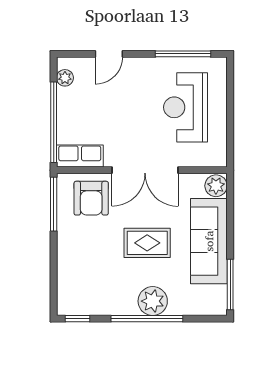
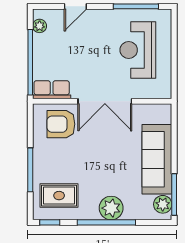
plant: (216, 186) -> (163, 204), moved
armchair: (91, 198) -> (61, 124), turned 90
window: (54, 204) -> (30, 170), moved
rug: (147, 243) -> (59, 196), moved

